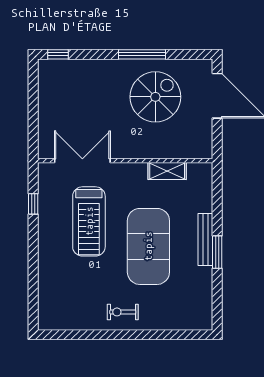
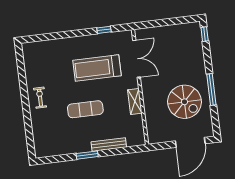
shelving: (167, 171) -> (135, 101), moved
bench: (205, 240) -> (109, 144), moved
exercise mat: (148, 246) -> (85, 109), width x0.50, depth x0.69

